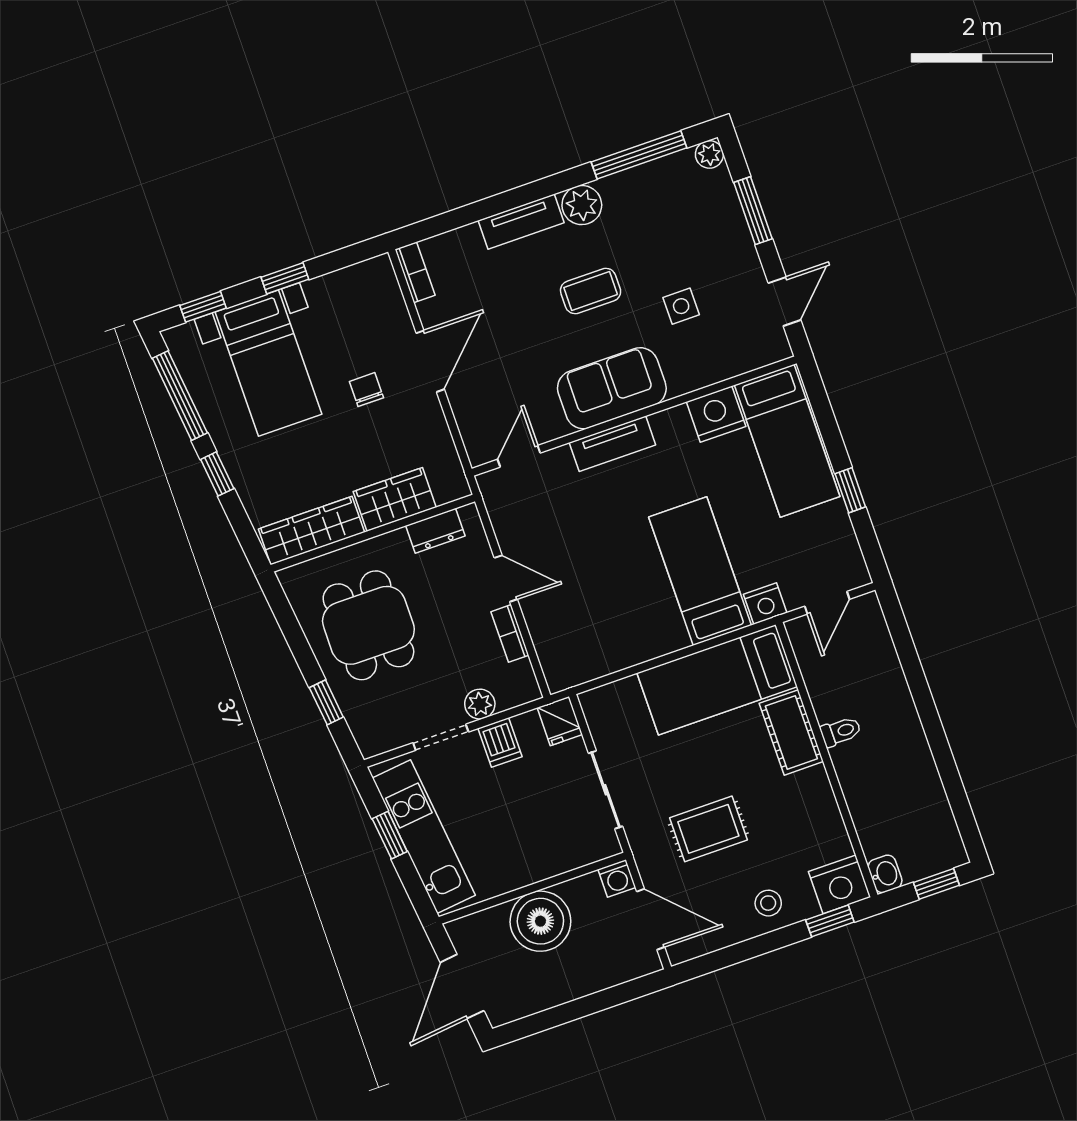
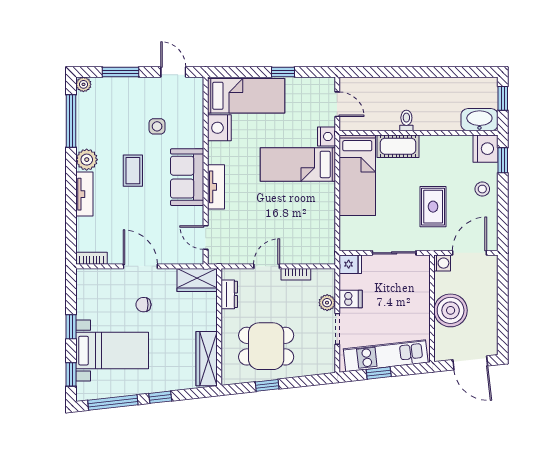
wardrobe: (395, 499) -> (197, 280), moved, turned -90
window: (326, 702) -> (267, 385), moved
washbasin: (885, 874) -> (479, 120), width x1.91, depth x1.45

